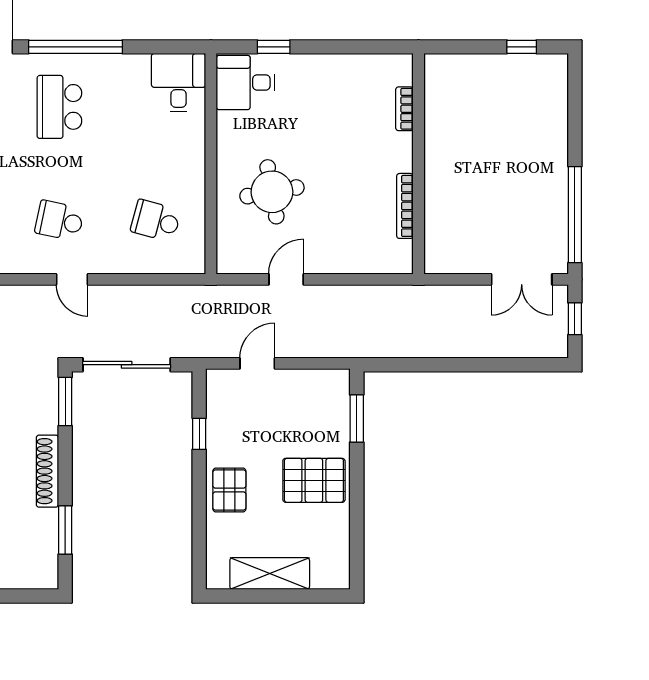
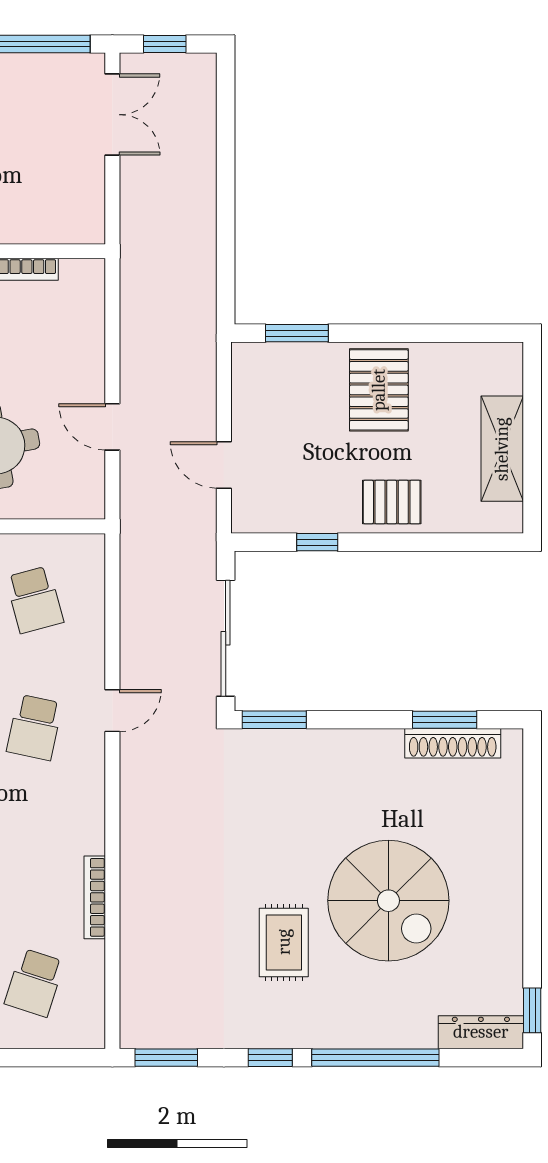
school desk: (156, 221) -> (34, 600), turned -30
shoe rack: (47, 471) -> (453, 743), moved

